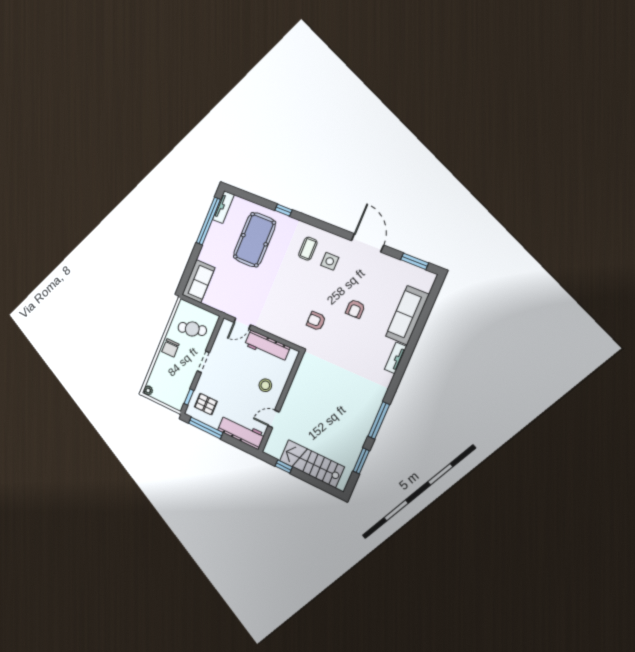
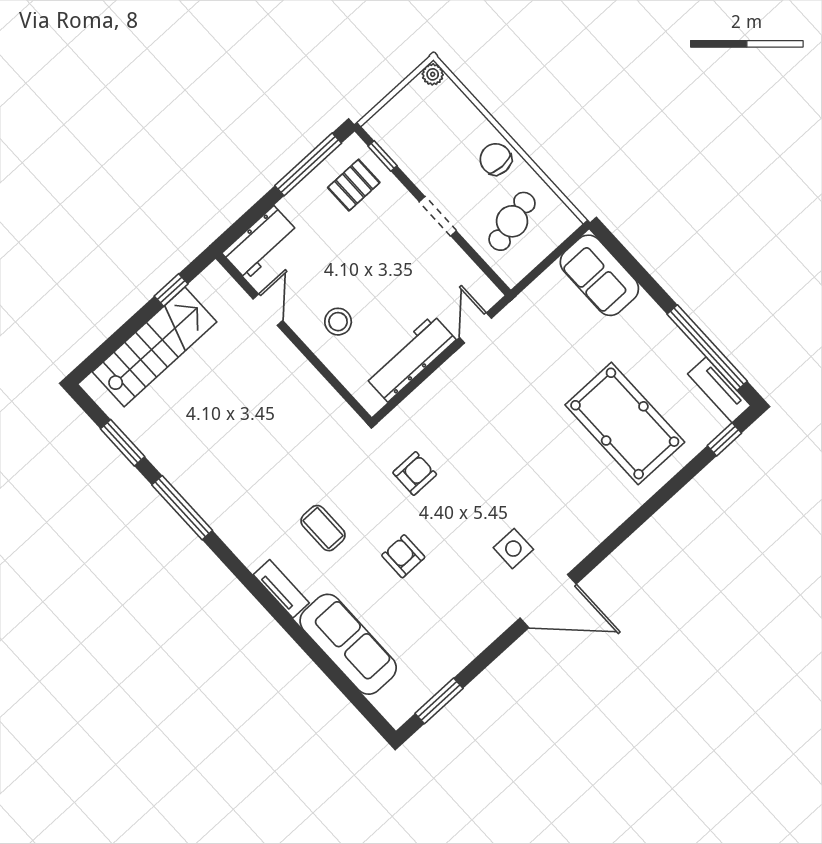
window: (283, 210) -> (724, 439), moved
door: (368, 243) -> (548, 601), moved
coffee table: (308, 249) -> (323, 528), moved
workbench: (241, 432) -> (260, 243), width x0.73

